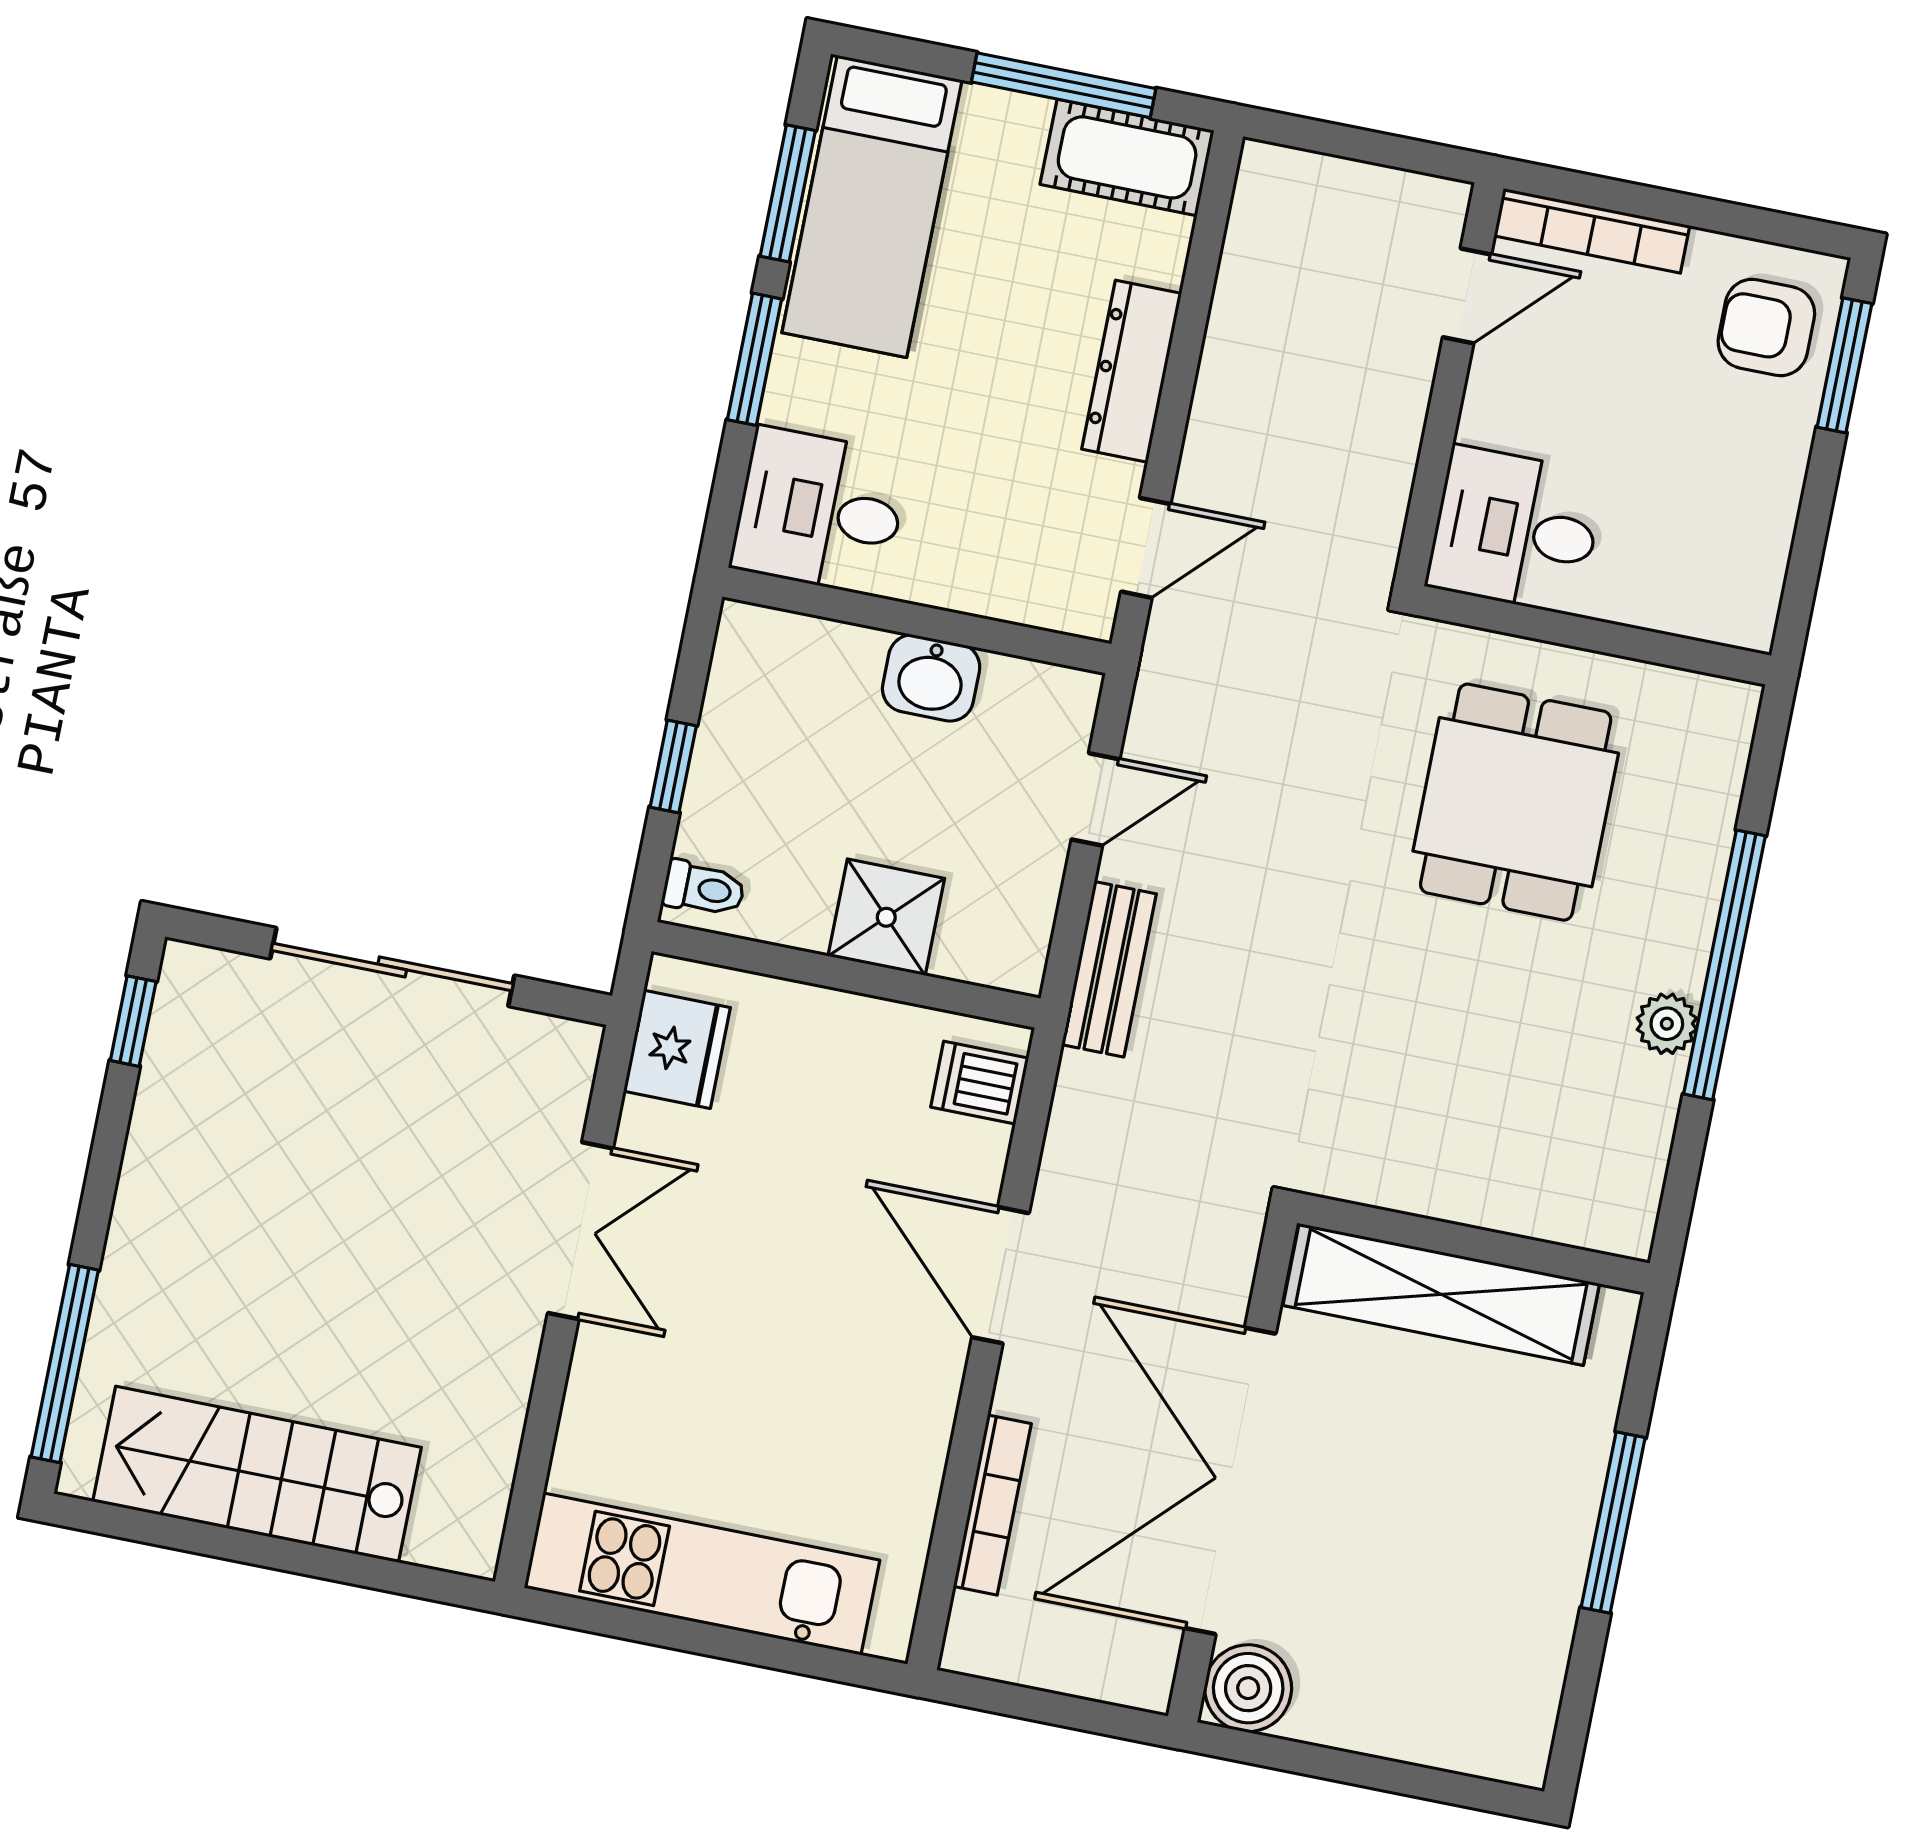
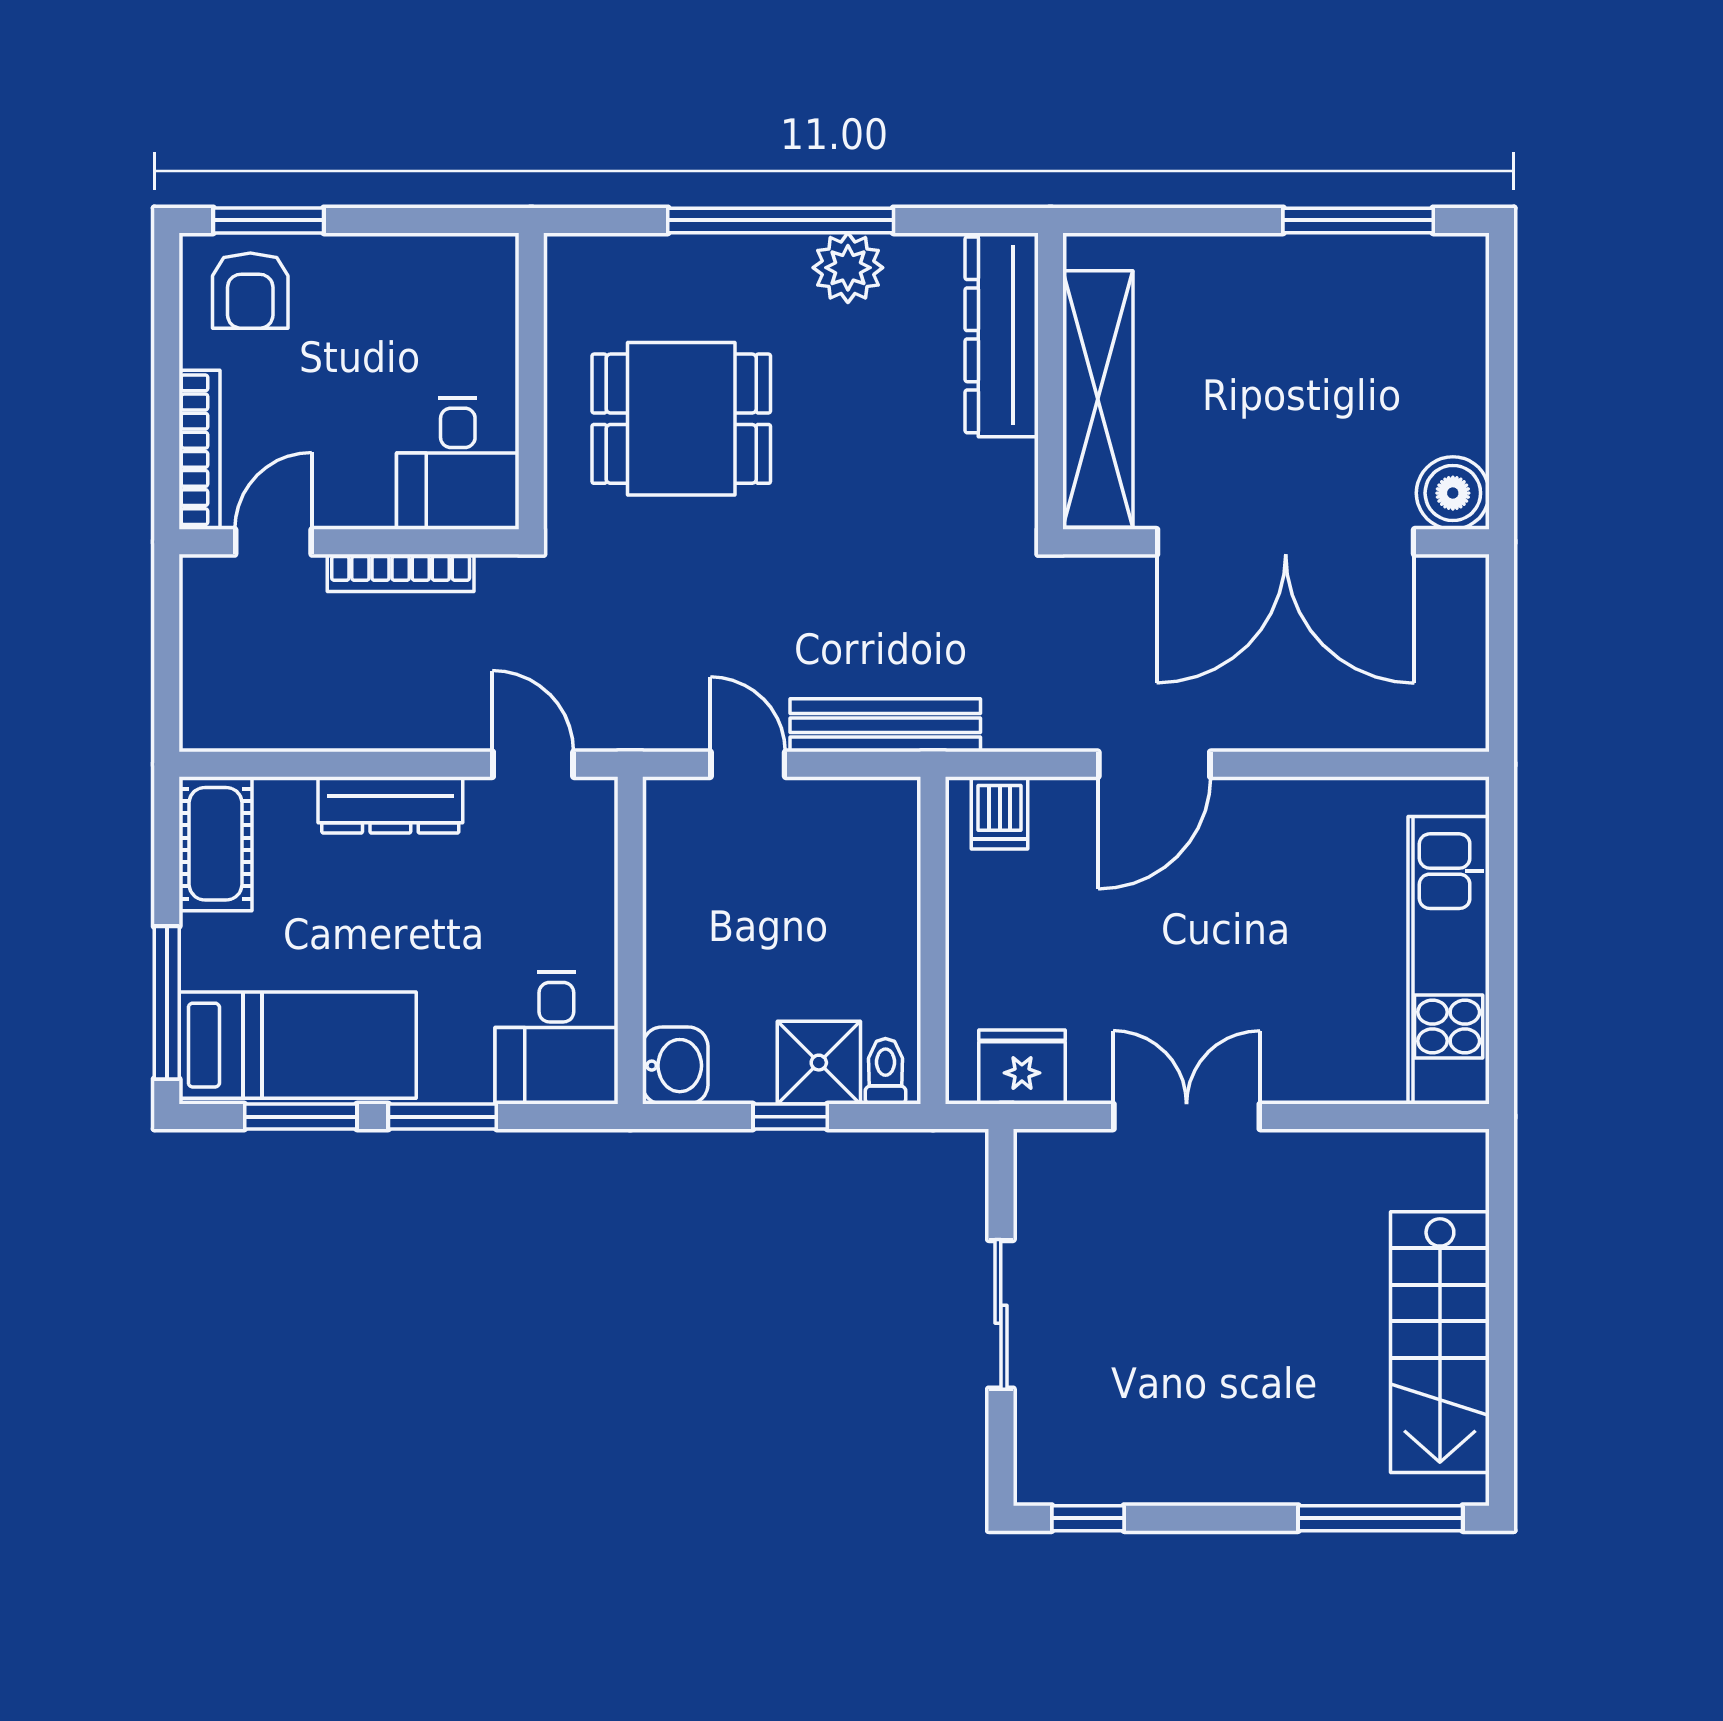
window: (1064, 85) -> (167, 1003), moved
door: (1467, 296) -> (273, 542), hinge flipped
washbasin: (931, 678) -> (675, 1066), moved
shower: (886, 917) -> (819, 1063), moved
sliding door: (392, 967) -> (1001, 1314), width x0.73
bench: (1109, 969) -> (885, 725), width x1.36
plant: (1667, 1024) -> (848, 268), width x1.38, depth x1.38
dresser: (1539, 1197) -> (1002, 335), added
bookcase: (992, 1505) -> (401, 573), moved, turned 180
window: (1613, 1522) -> (1358, 220), moved

